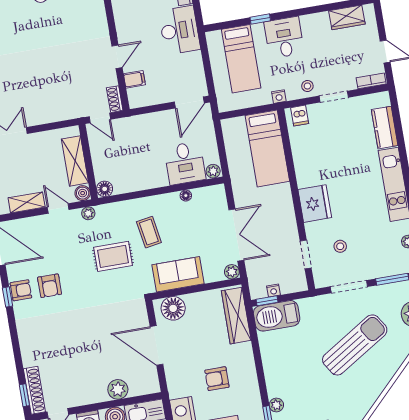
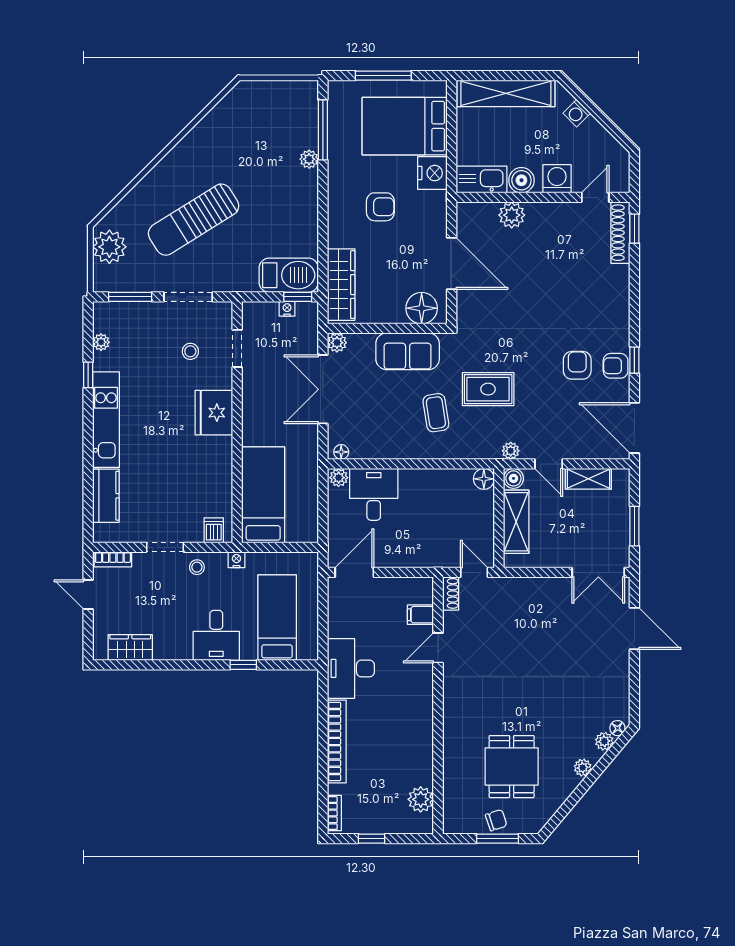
floor lamp: (186, 196) -> (341, 452), moved

